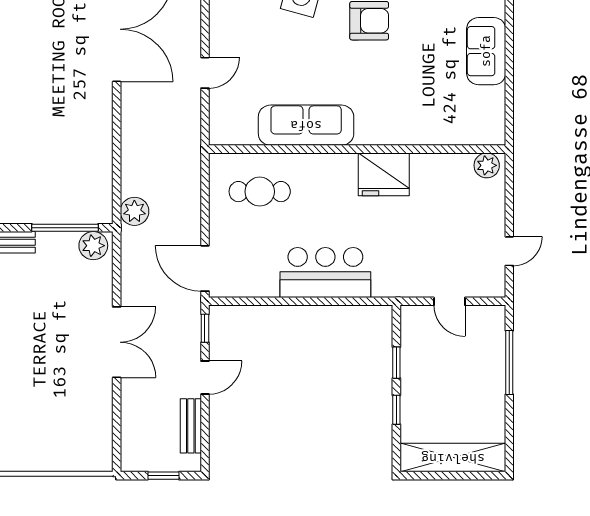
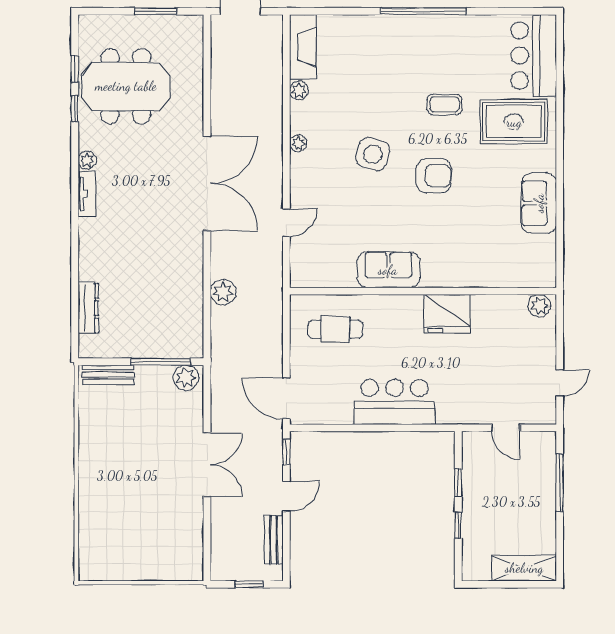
sofa: (306, 125) -> (388, 270), width x0.73
plant: (134, 211) -> (223, 292), moved
shelving: (453, 458) -> (524, 568), width x0.68

